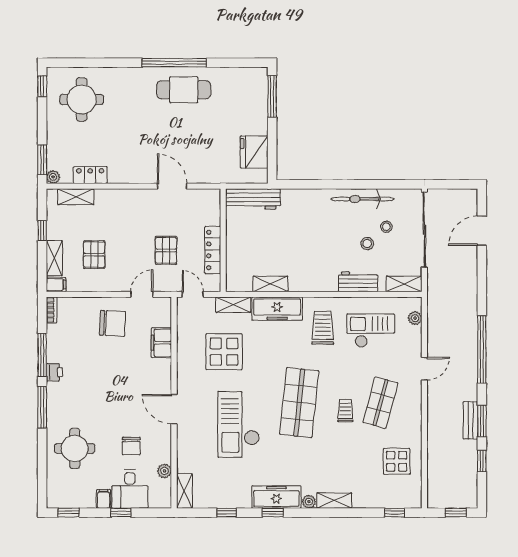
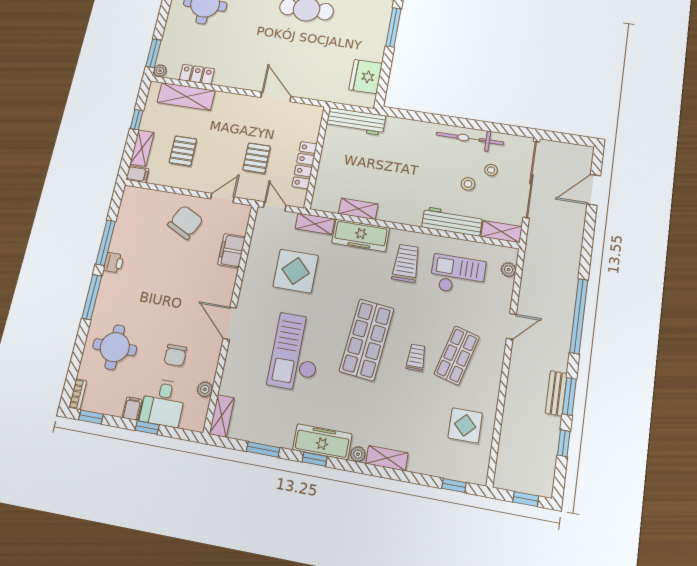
shelving: (76, 197) -> (186, 96), width x1.50, depth x1.33
workbench: (358, 282) -> (452, 221), width x1.38
bookcase: (52, 310) -> (78, 394), moved
chair: (112, 323) -> (185, 222), turned -66
window: (226, 513) -> (263, 449), width x1.50

